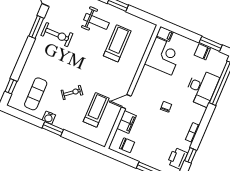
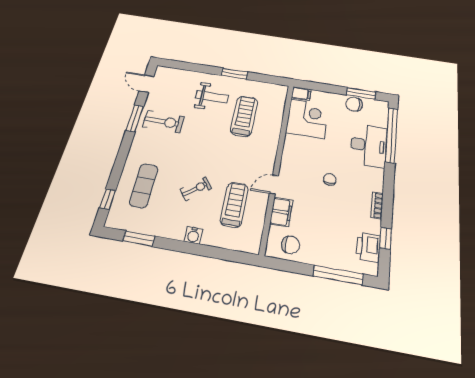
exercise mat: (36, 94) -> (144, 185), moved
water cooler: (49, 118) -> (193, 235), moved
window: (53, 129) -> (139, 239), moved

